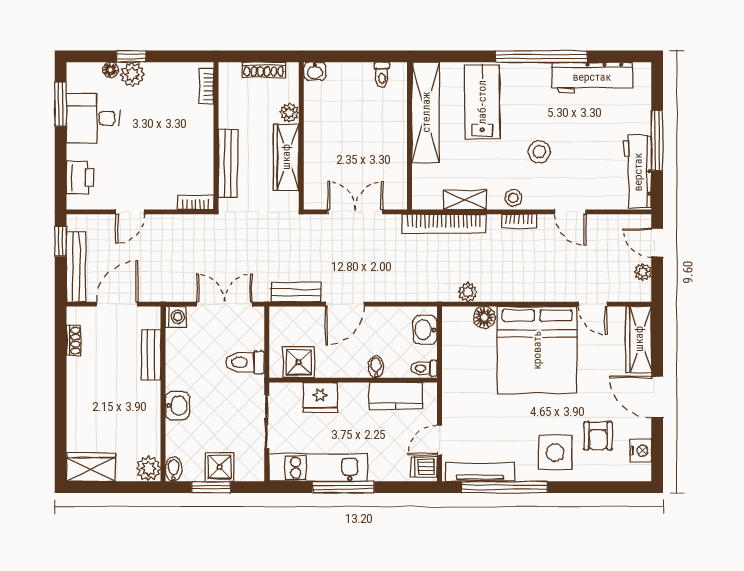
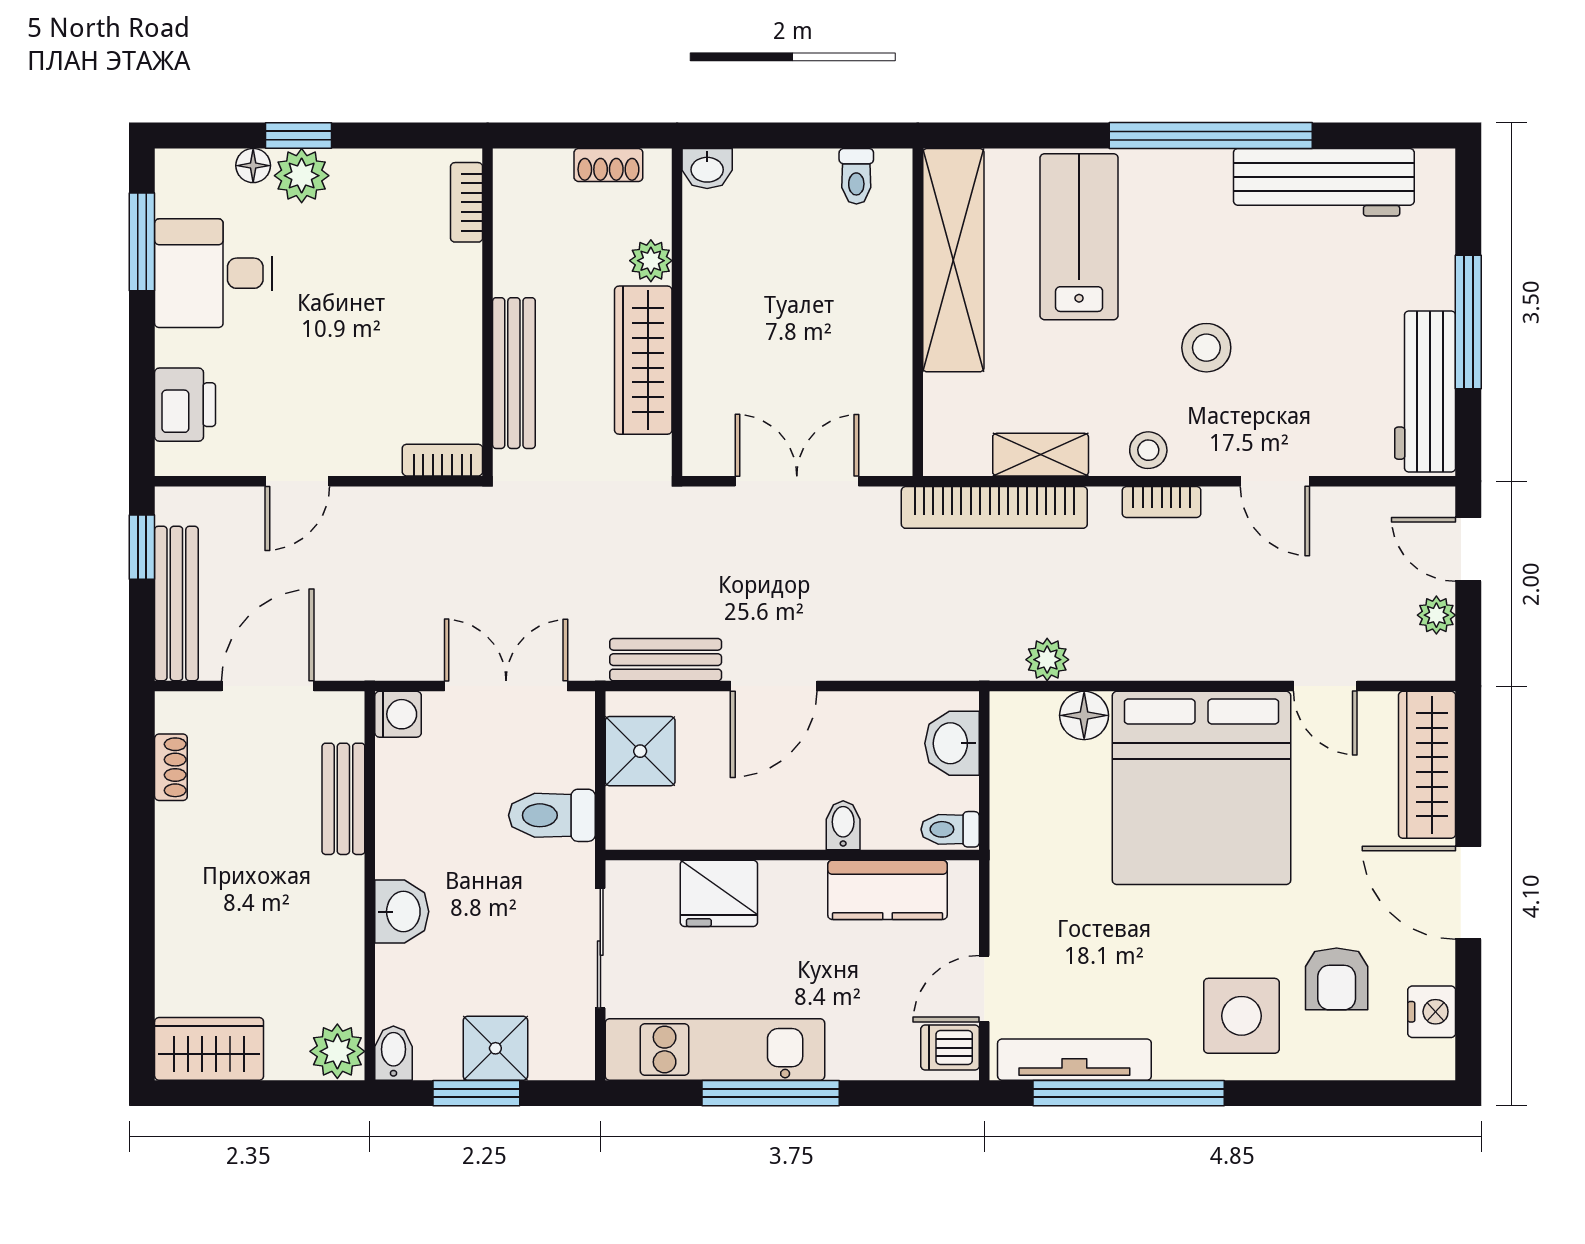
shoe rack: (264, 70) -> (608, 165), width x0.70
shower: (299, 362) -> (640, 751), moved

